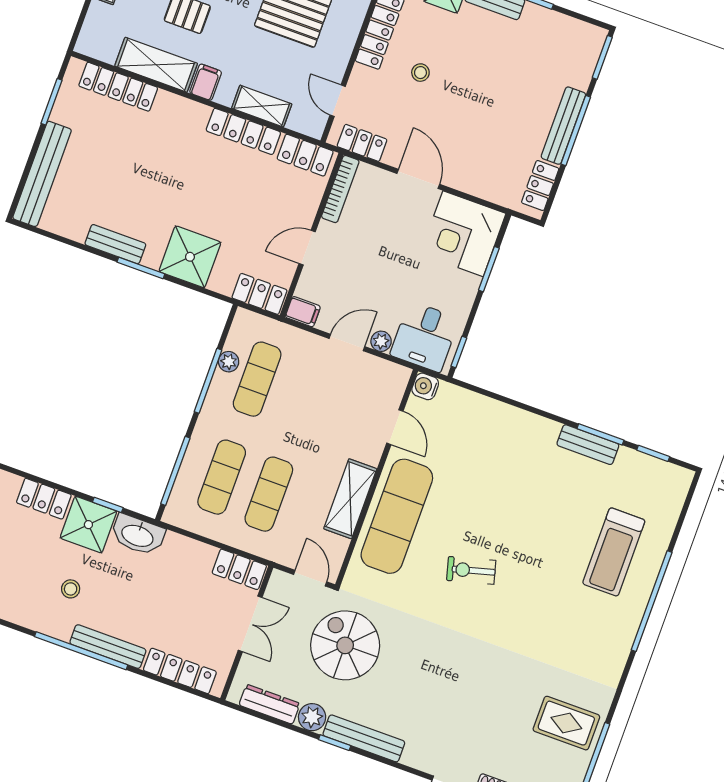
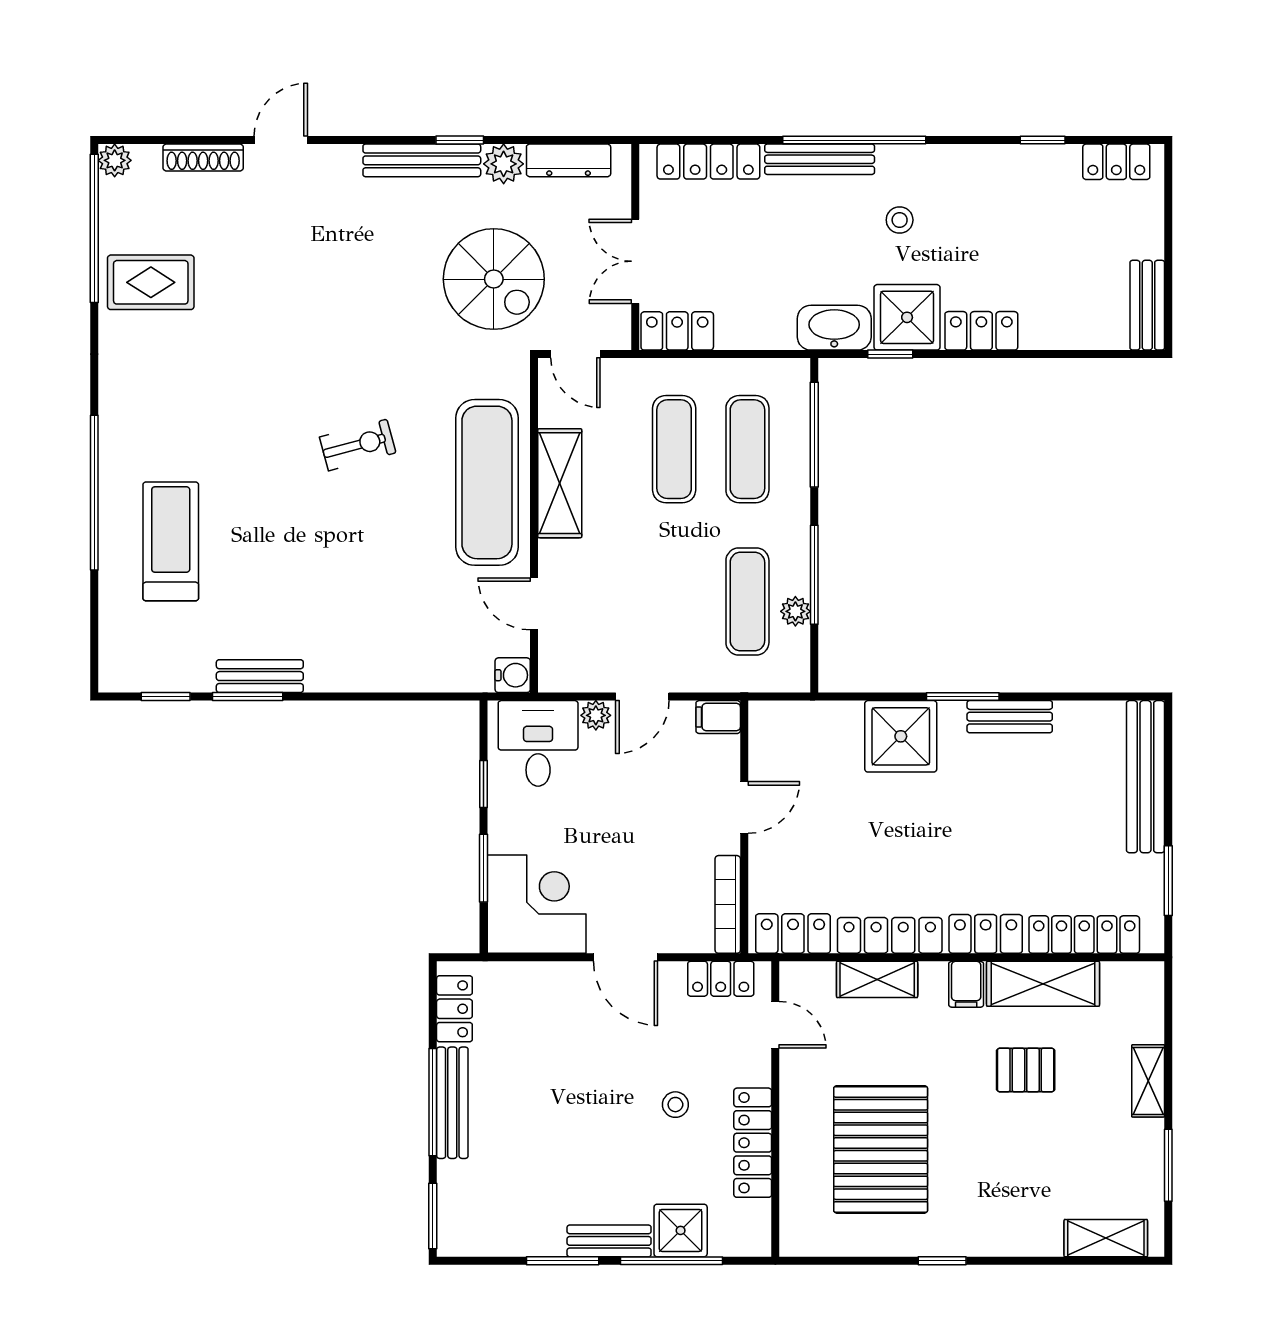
locker: (259, 294) -> (986, 934), moved, turned 180
window: (459, 352) -> (483, 784), moved

